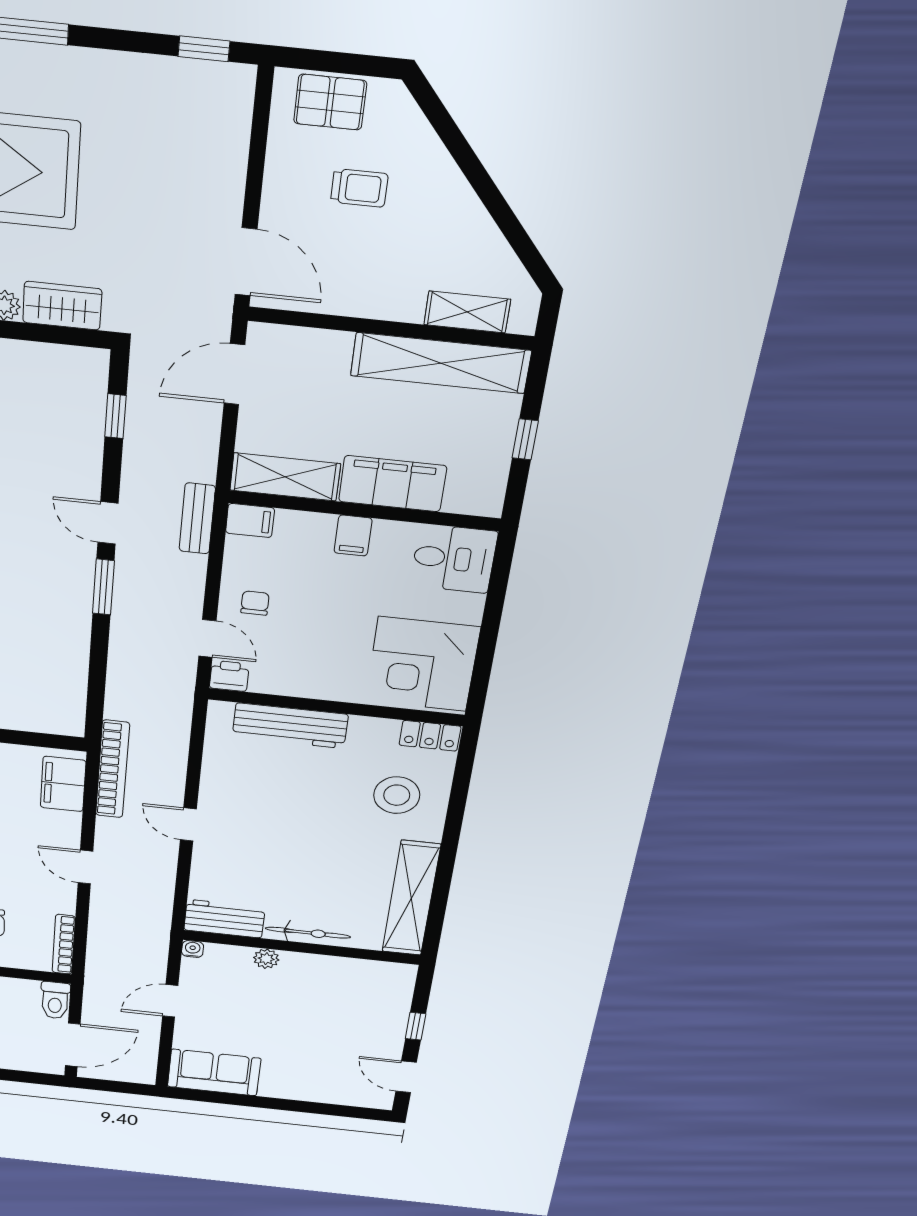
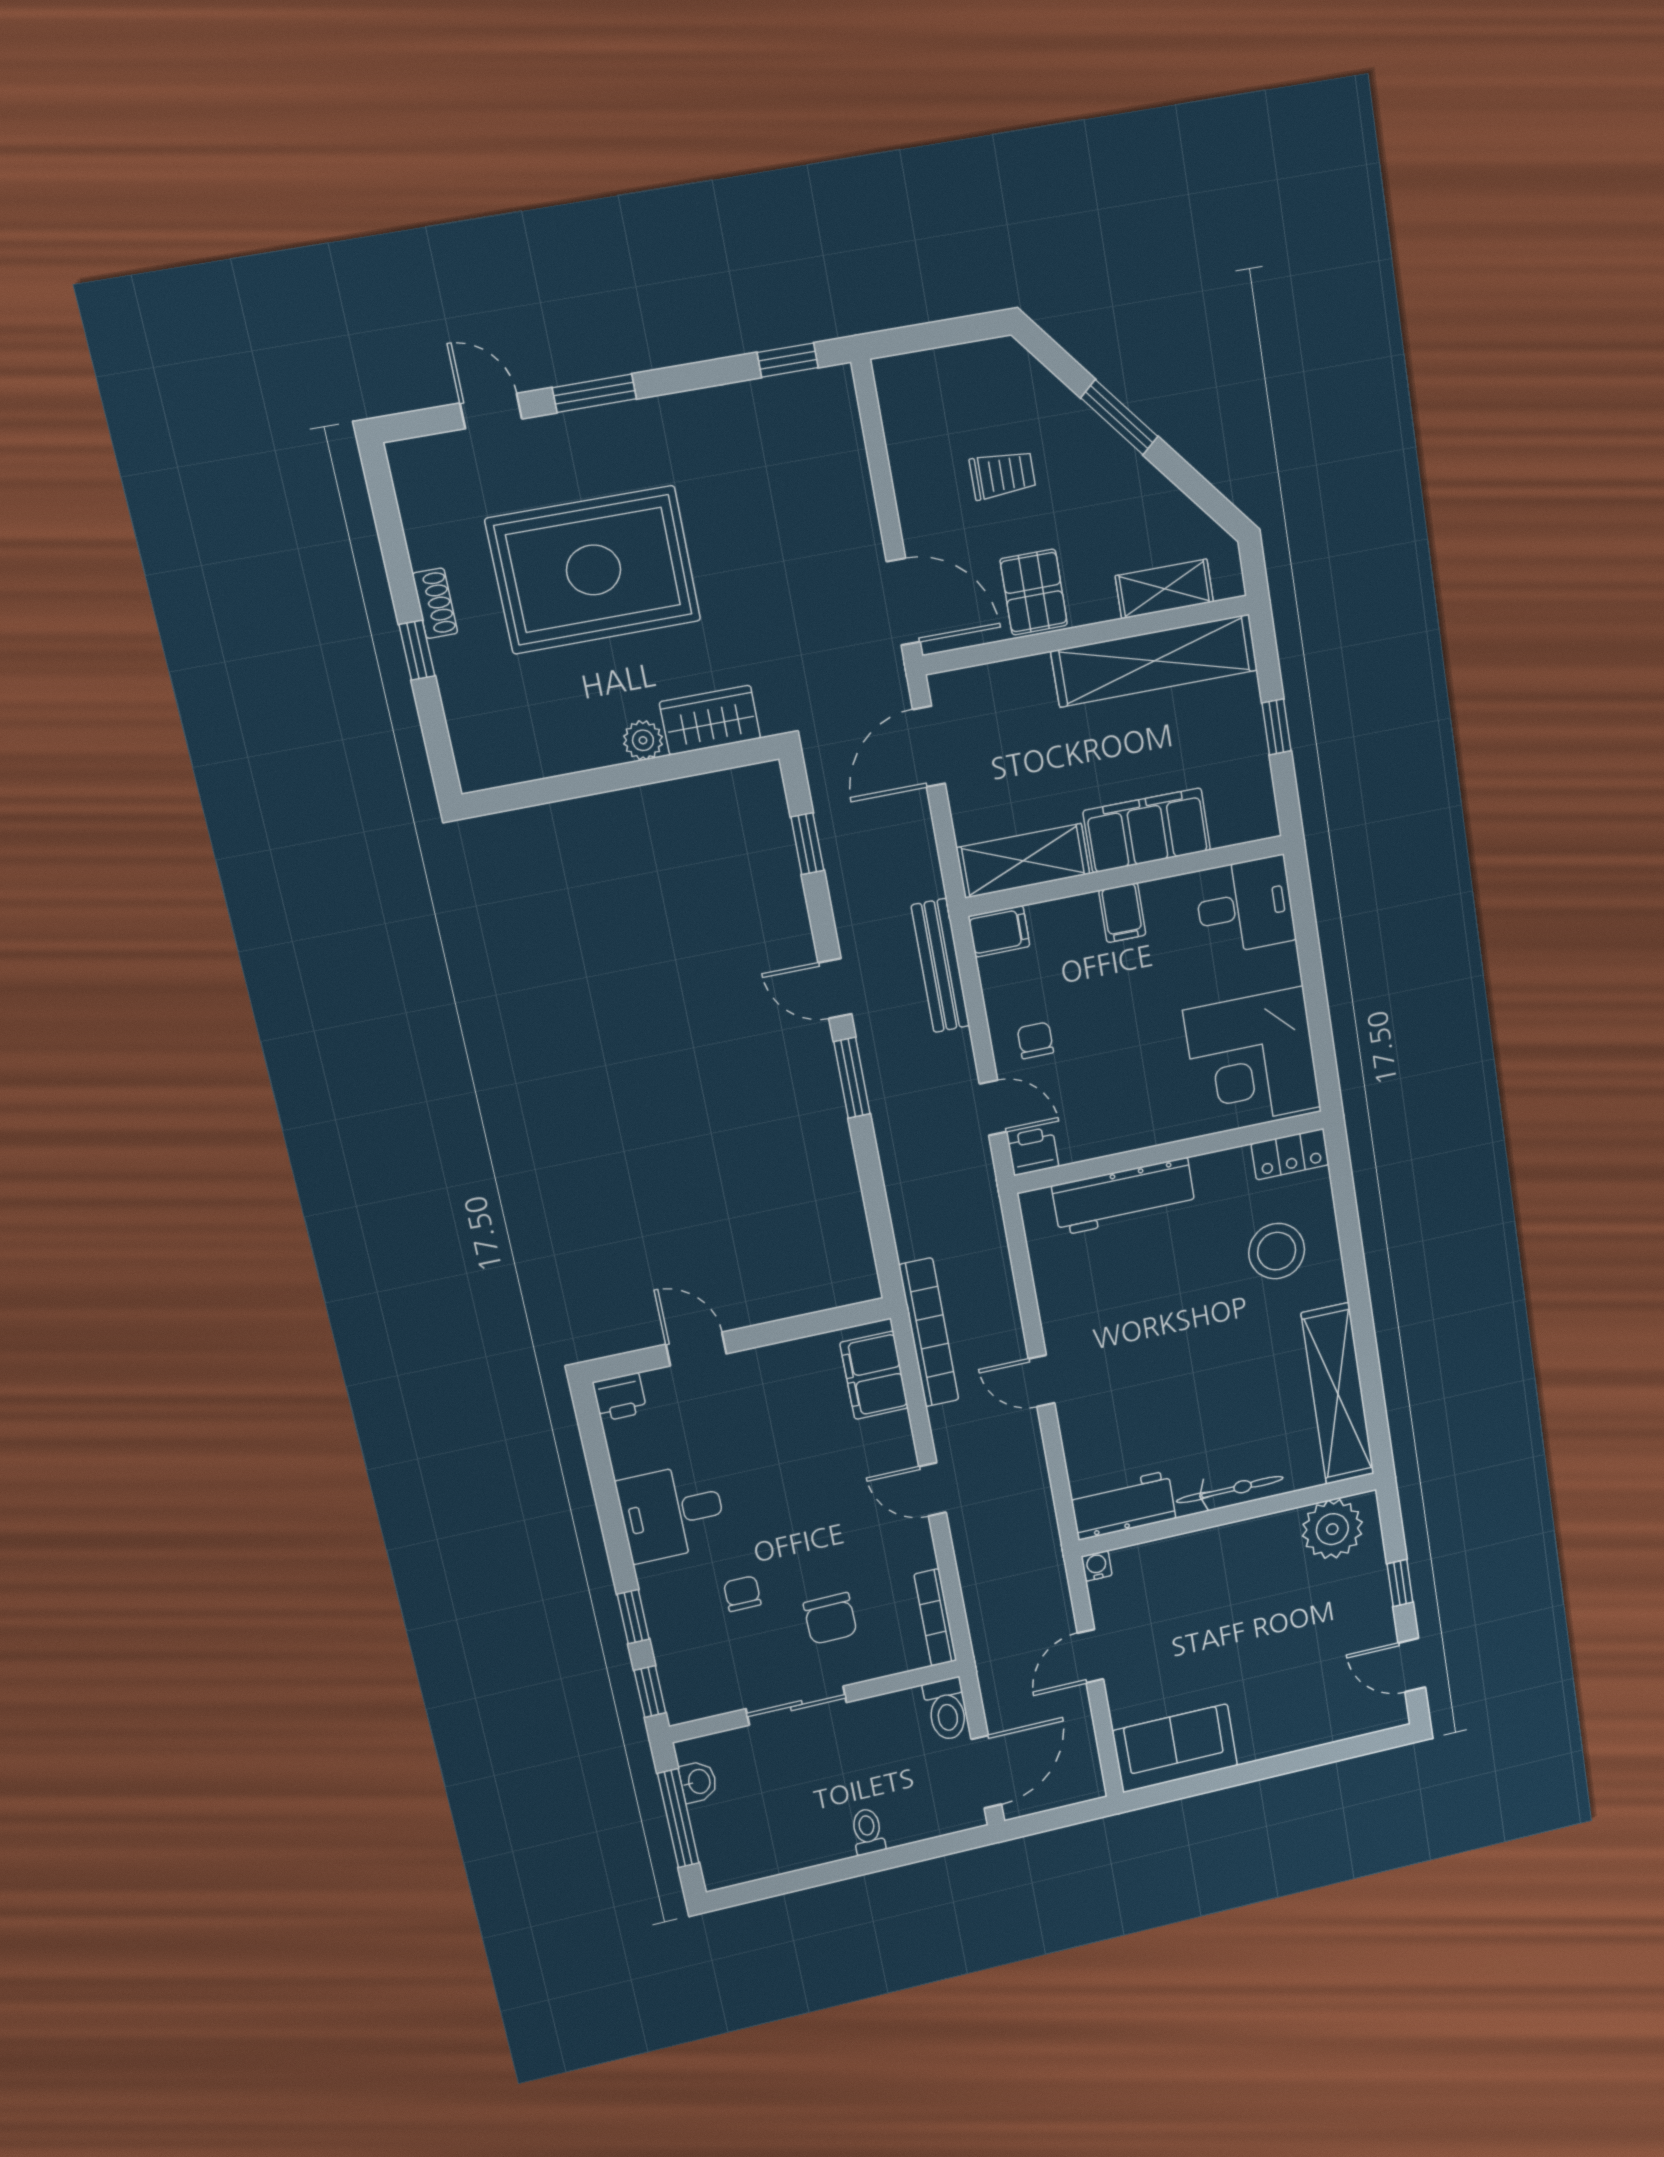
pallet: (330, 102) -> (1034, 592), moved, turned 90
window: (474, 170) -> (1119, 417), added
bench: (197, 518) -> (940, 966), width x1.36
plant: (266, 959) -> (1332, 1529), moved, width x1.87, depth x1.87

